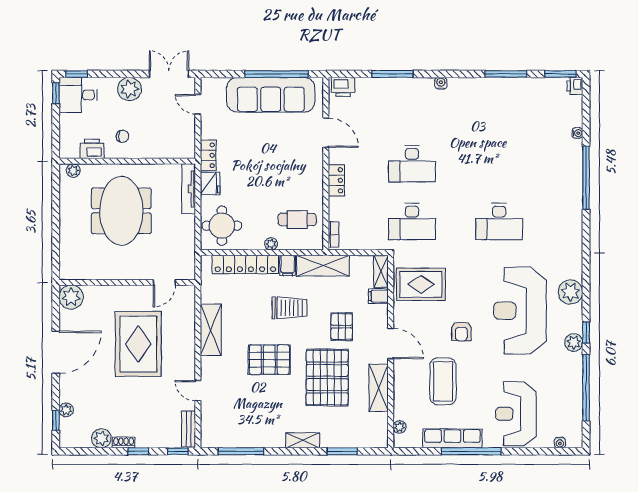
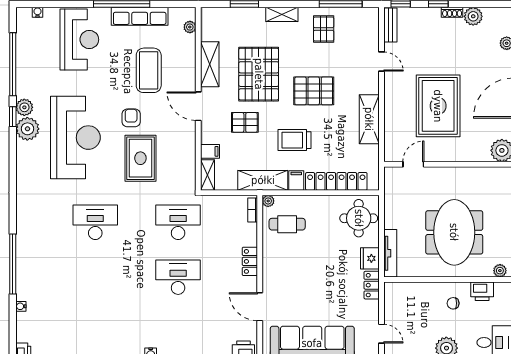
plant: (271, 244) -> (268, 201), moved
rug: (421, 284) -> (140, 158), moved, turned 90
plant: (570, 292) -> (27, 129), moved
pallet: (342, 327) -> (245, 122), turned 90
pallet: (259, 425) -> (324, 29), added

